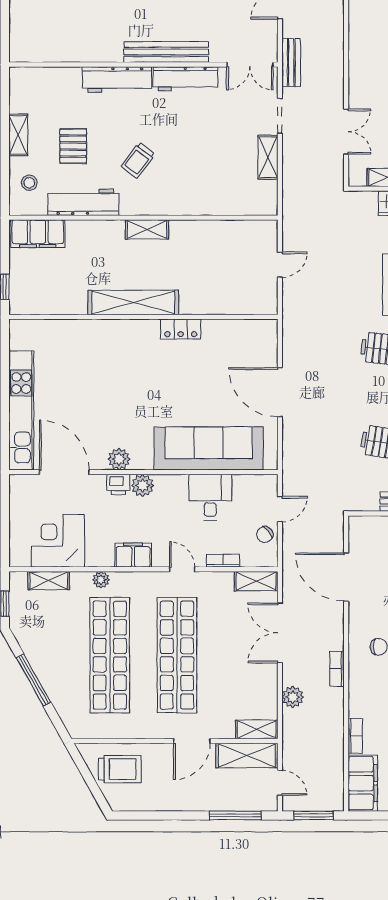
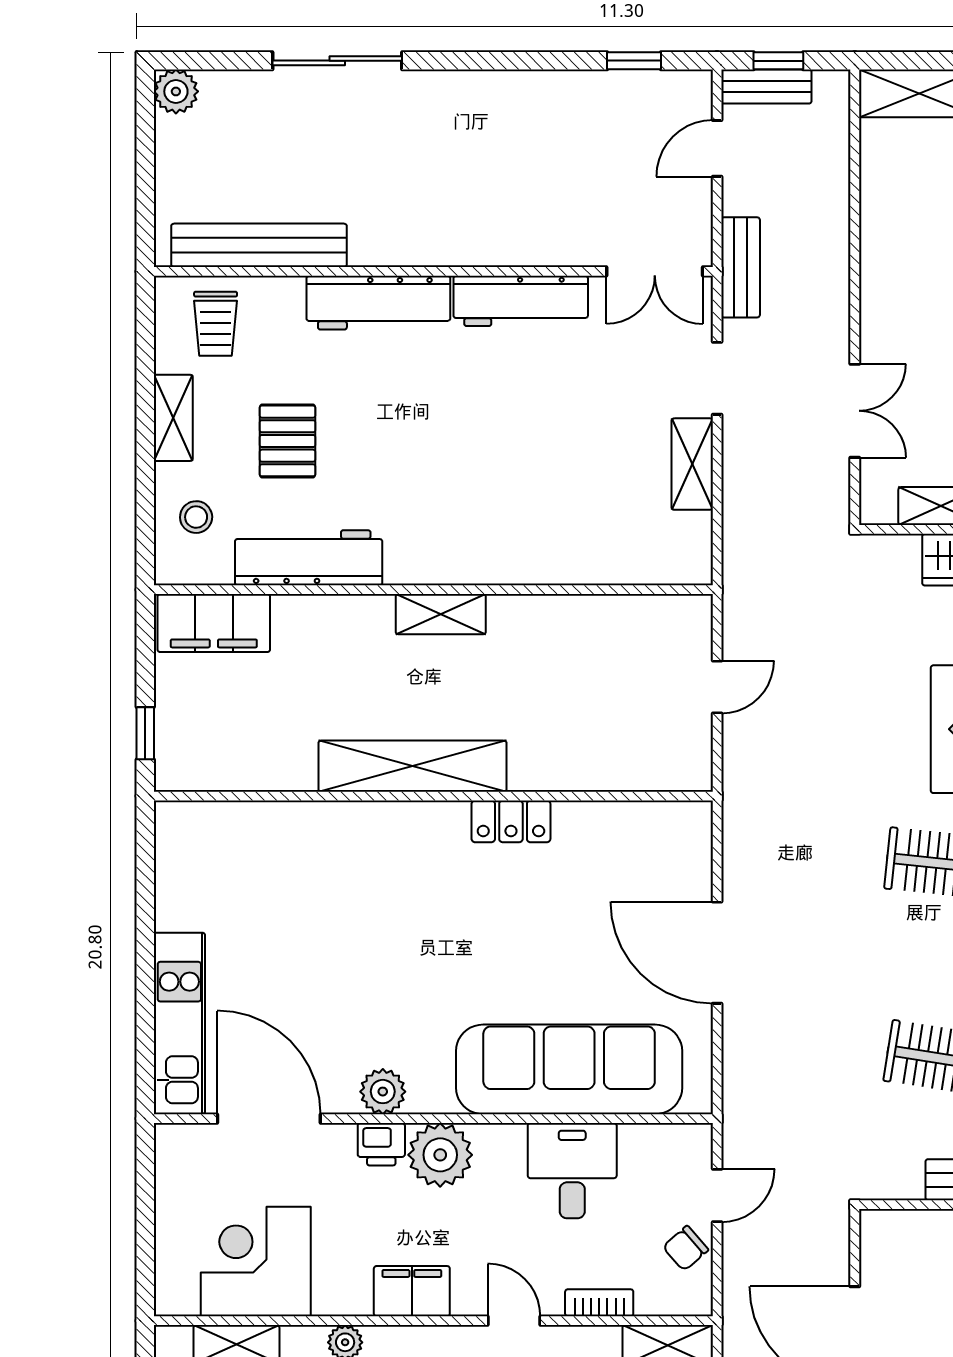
bench: (166, 52) -> (259, 245), moved
trolley: (138, 160) -> (216, 324), moved, turned -37
kitchen unit: (21, 410) -> (179, 1023), width x0.73
plant: (143, 485) -> (440, 1155), width x1.36, depth x1.36

